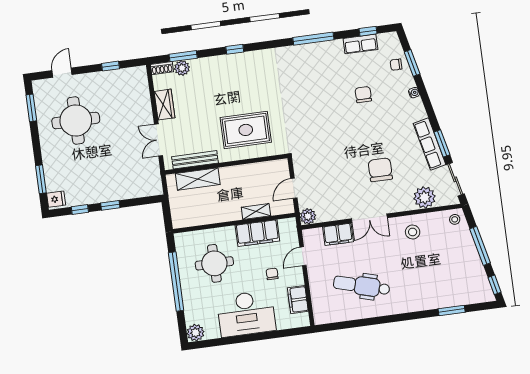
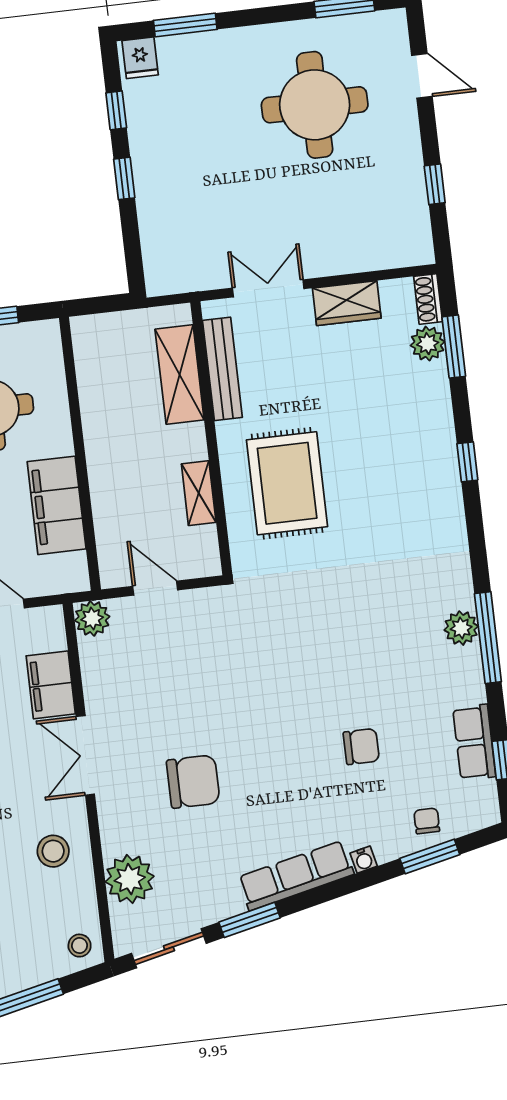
plant: (309, 51) -> (461, 628), added
row of seats: (430, 144) -> (296, 876), moved
shelving: (256, 212) -> (199, 493), moved

